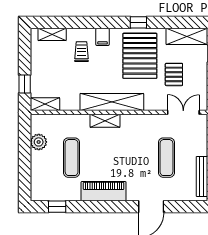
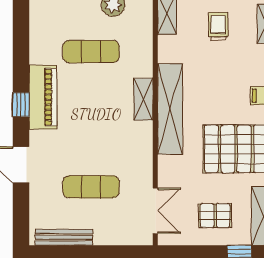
trolley: (81, 52) -> (218, 27), moved, turned -90
pallet: (174, 74) -> (215, 216), moved
window: (57, 207) -> (21, 104), moved

